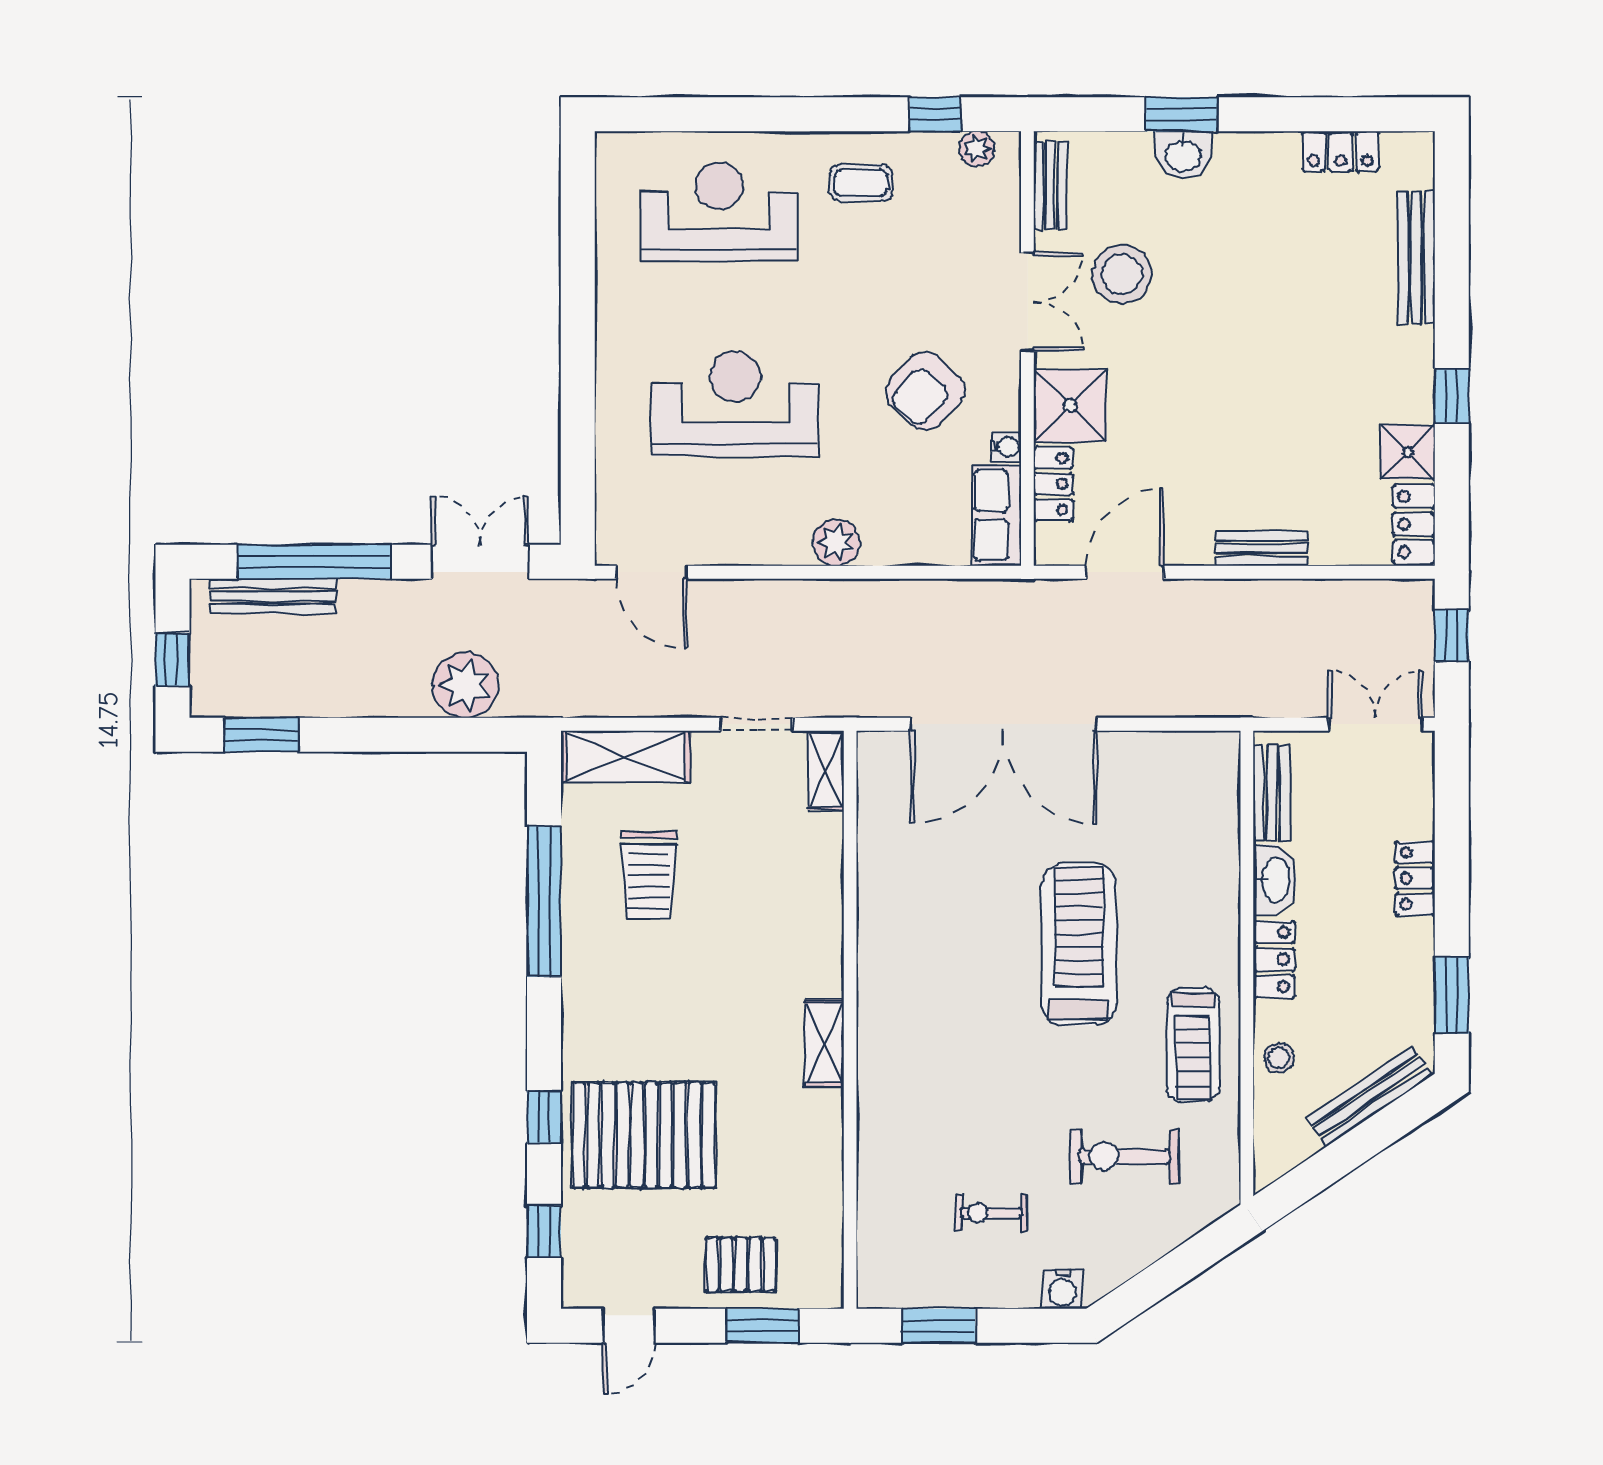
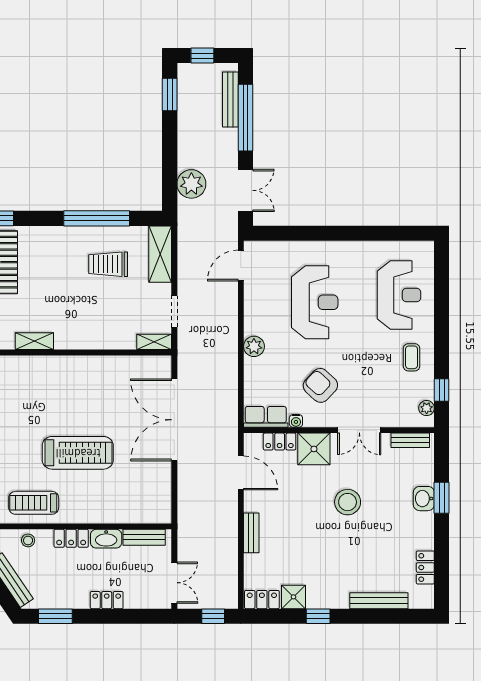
stool: (1122, 274) -> (348, 502), moved

